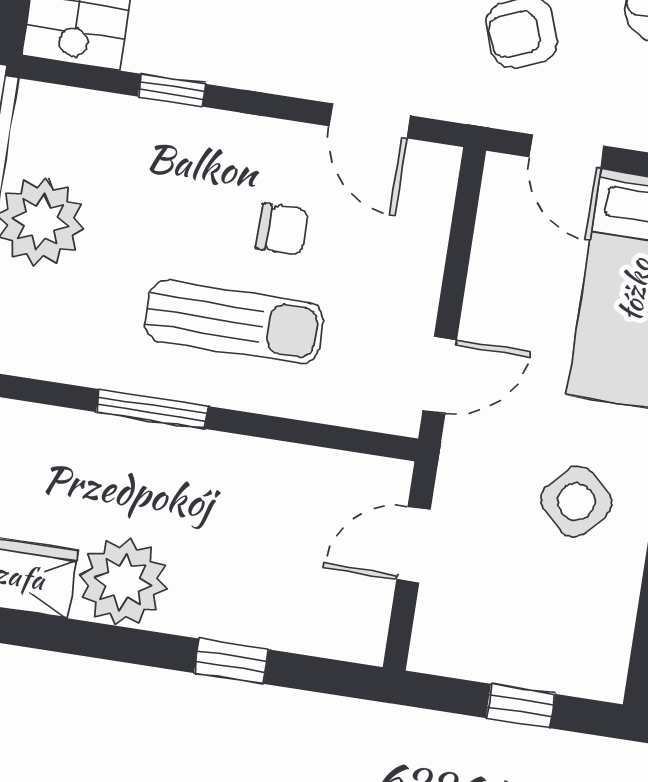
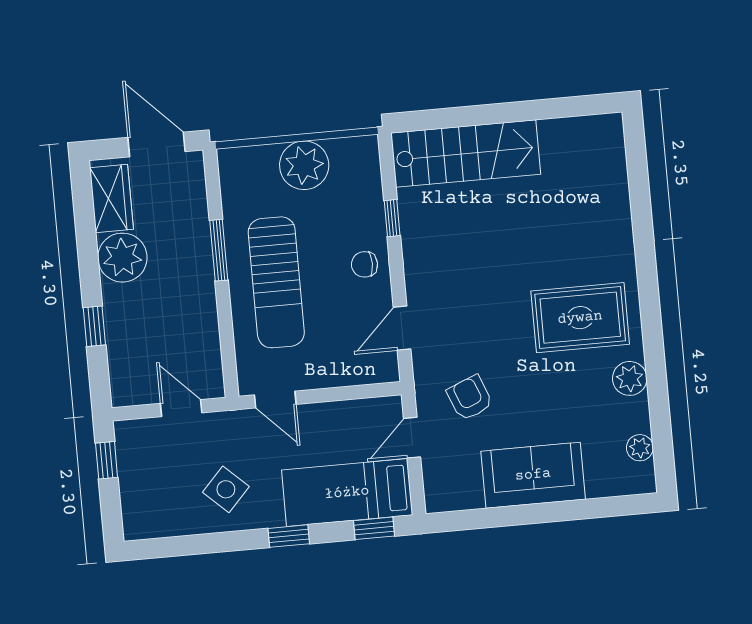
chair: (282, 229) -> (364, 264), moved, turned 90
sun lounger: (234, 322) -> (276, 282), width x1.36, depth x1.34
window: (520, 706) -> (107, 460), moved

